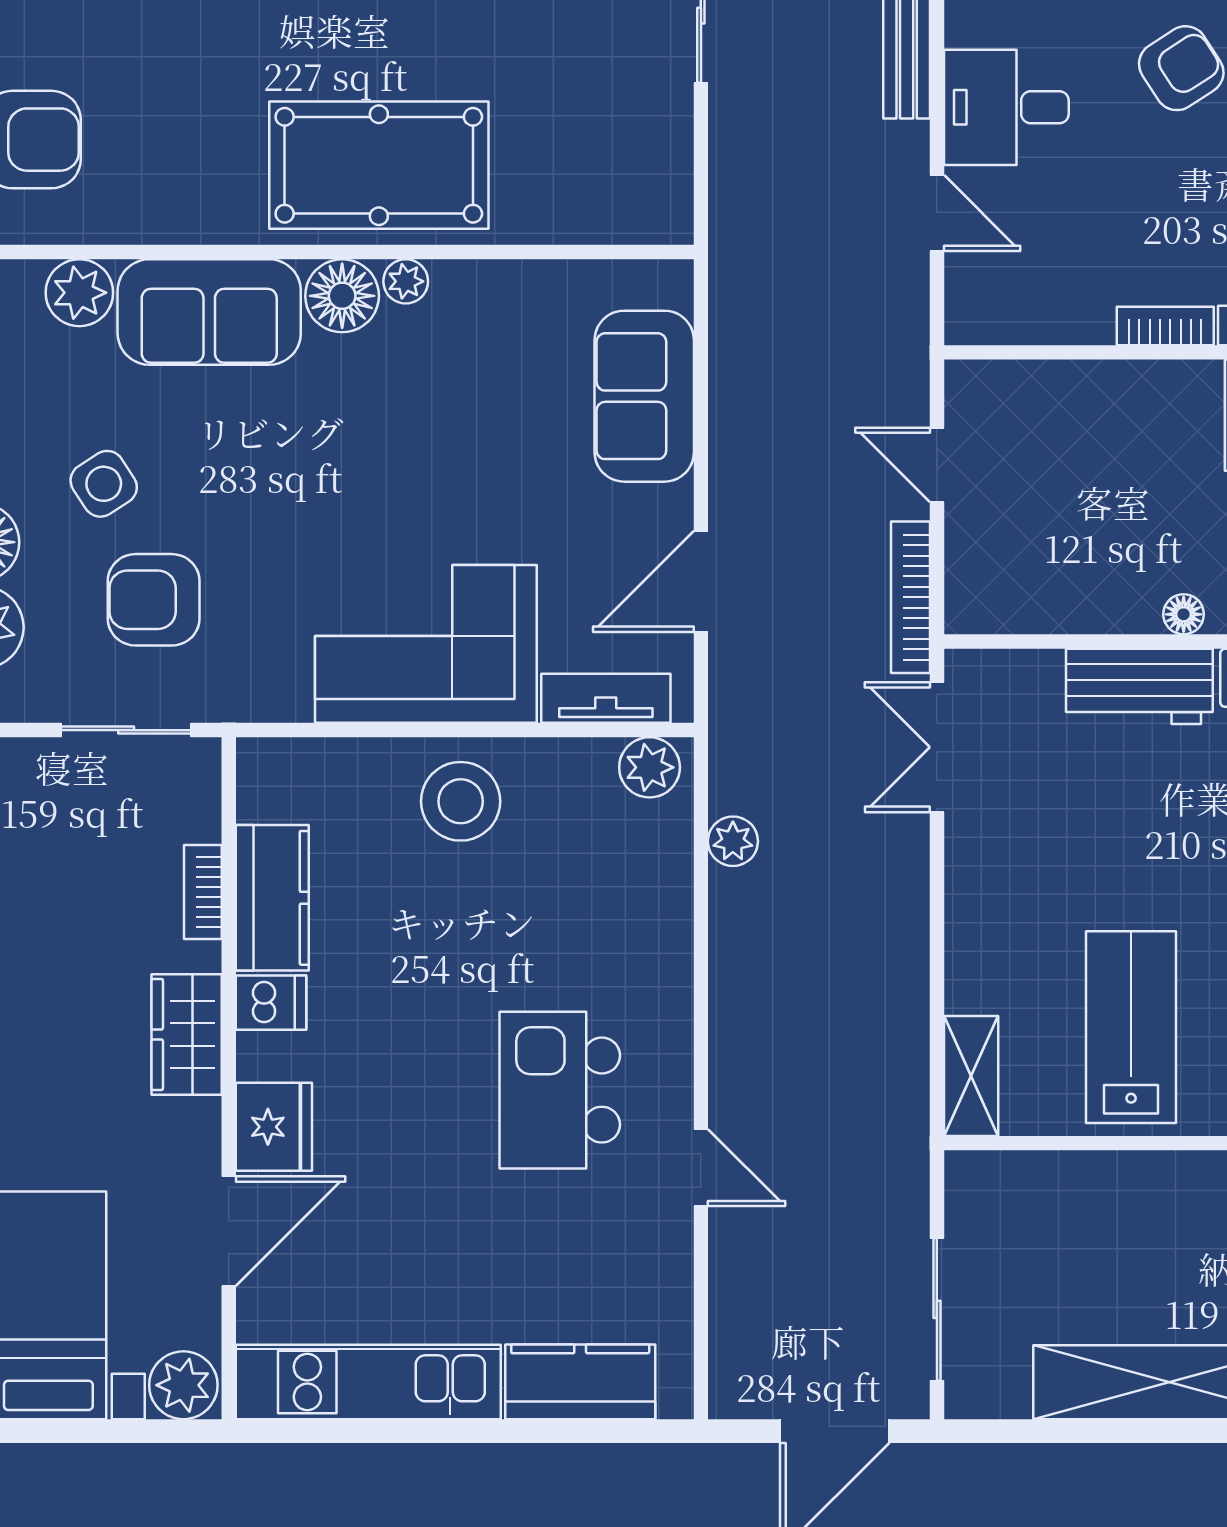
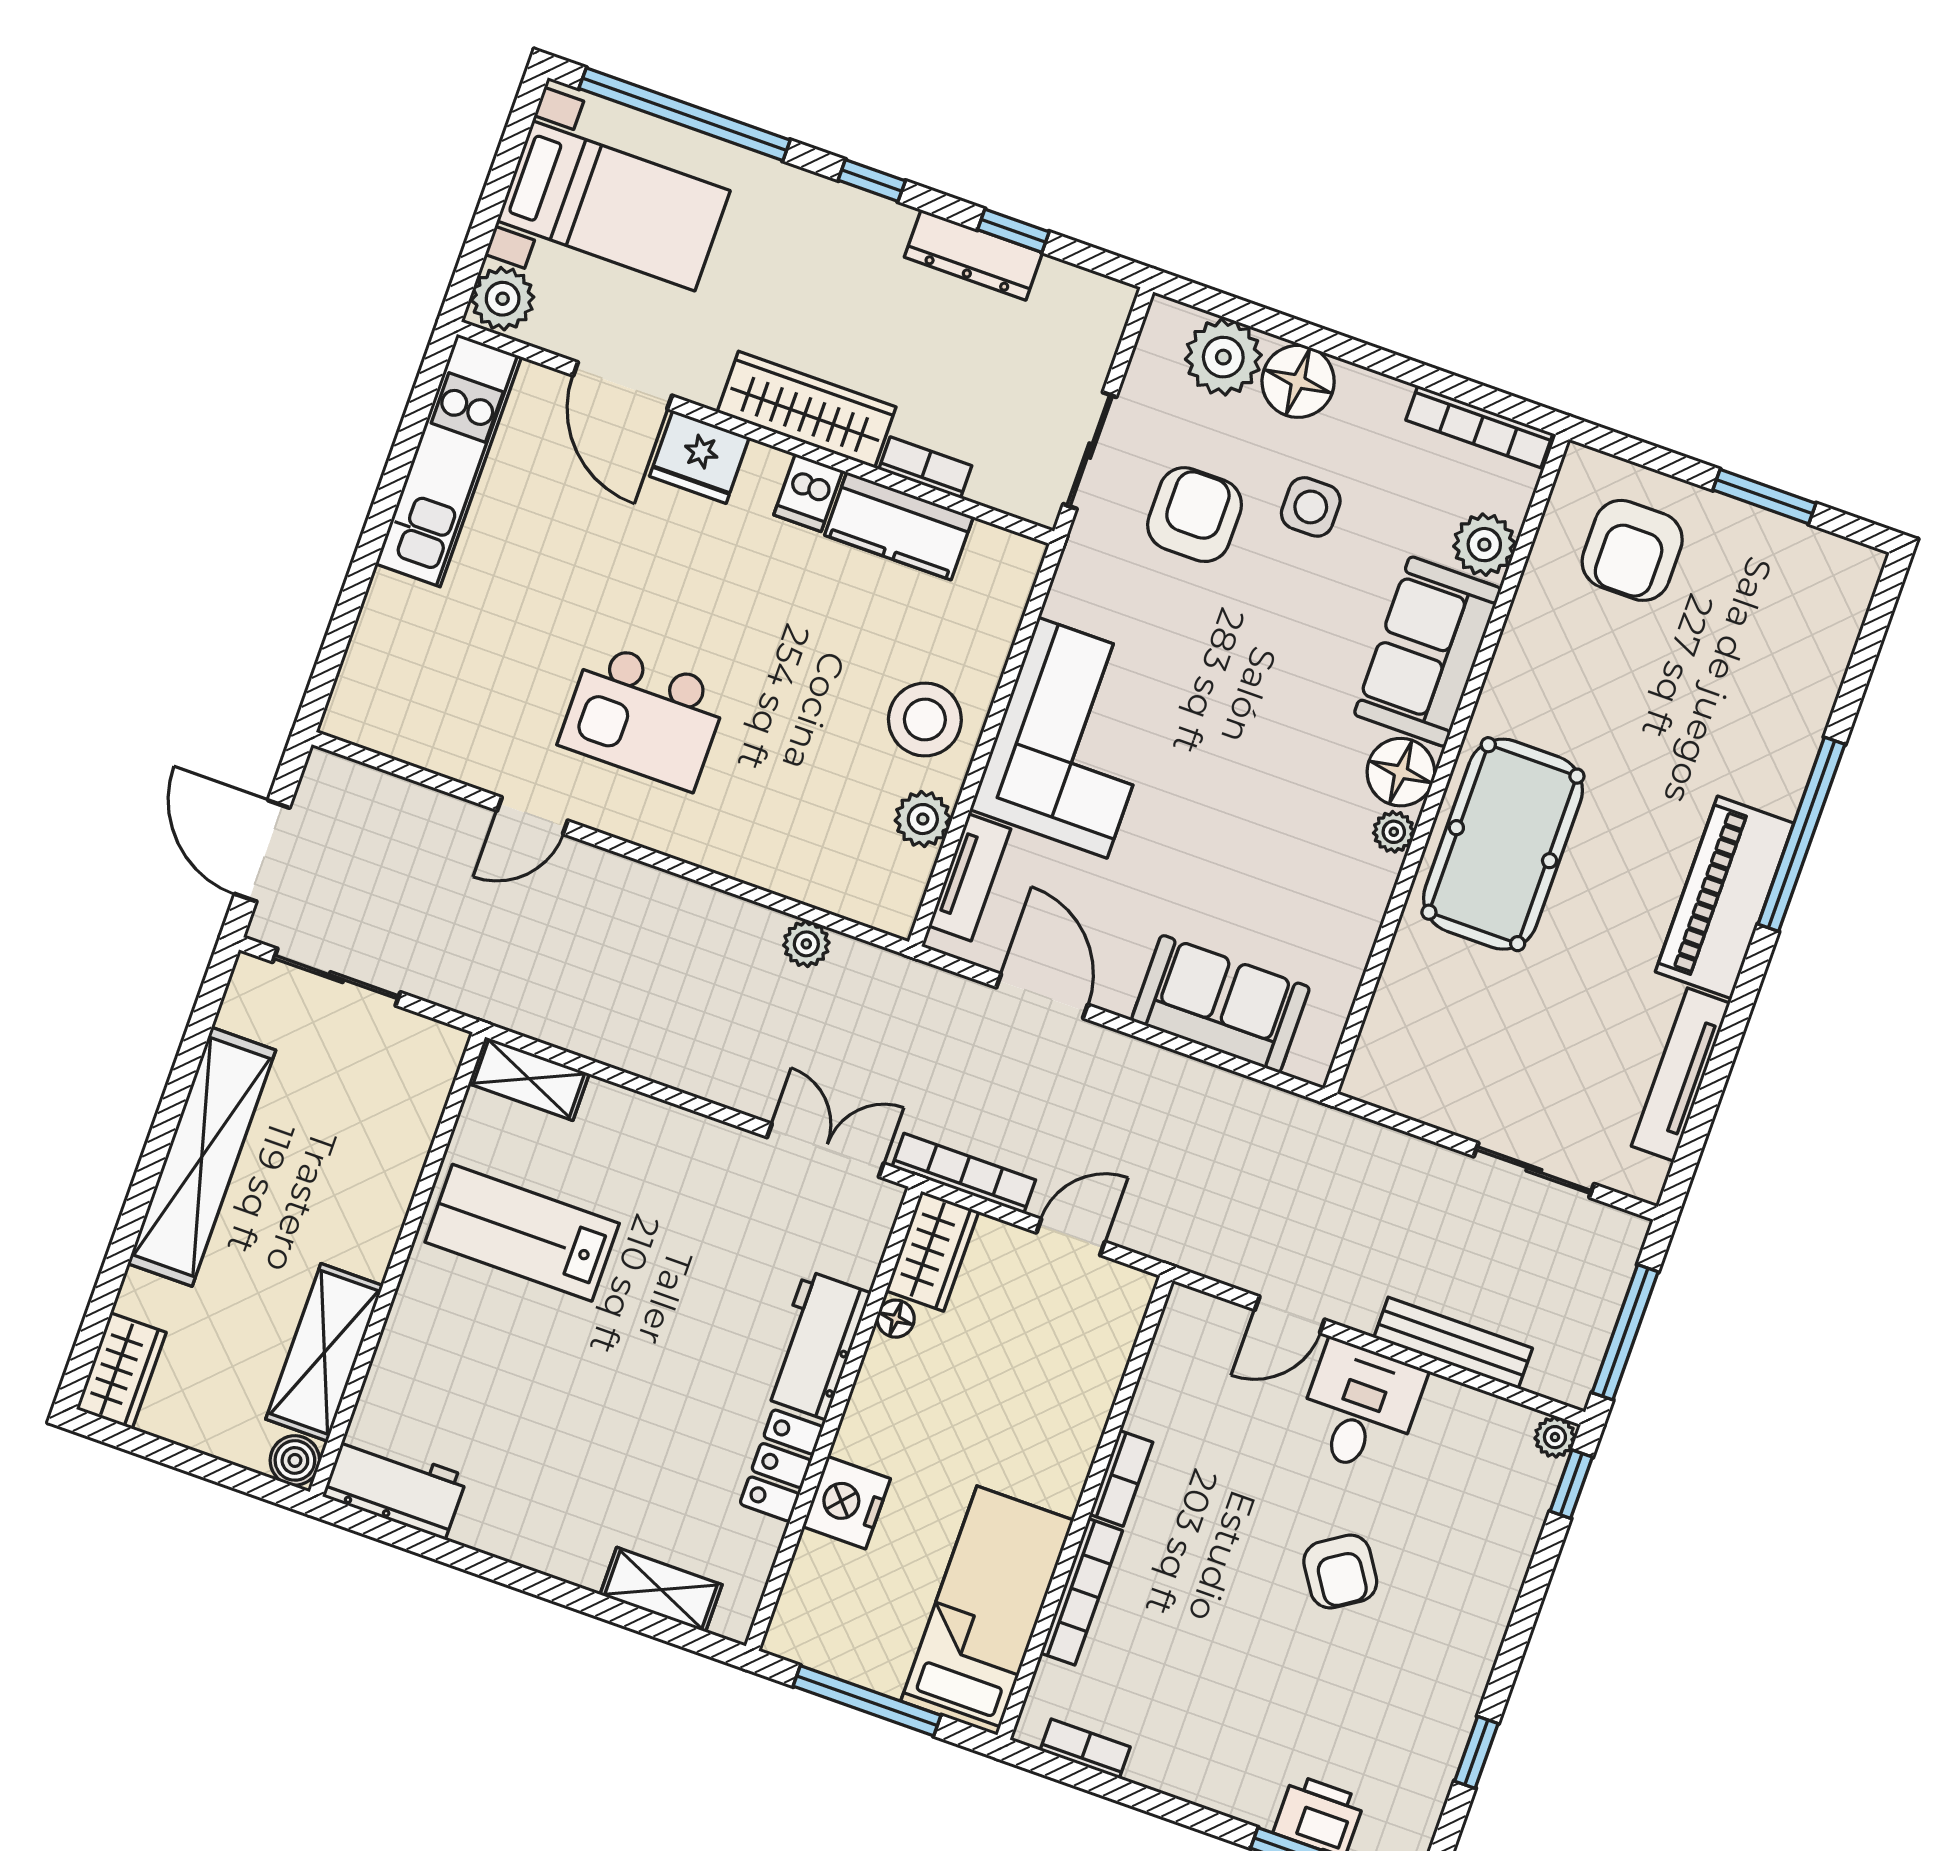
side table: (104, 484) -> (1311, 507), turned 33
wardrobe: (1001, 601) -> (932, 1251), added
floor lamp: (1184, 614) -> (896, 1319), moved
plant: (650, 767) -> (923, 819), moved
lab bench: (1131, 1027) -> (522, 1233), turned 180
wardrobe: (187, 1035) -> (806, 410), width x1.50
kitchen island: (560, 1090) -> (643, 717), turned 180
kitchen counter: (580, 1382) -> (383, 645), removed

